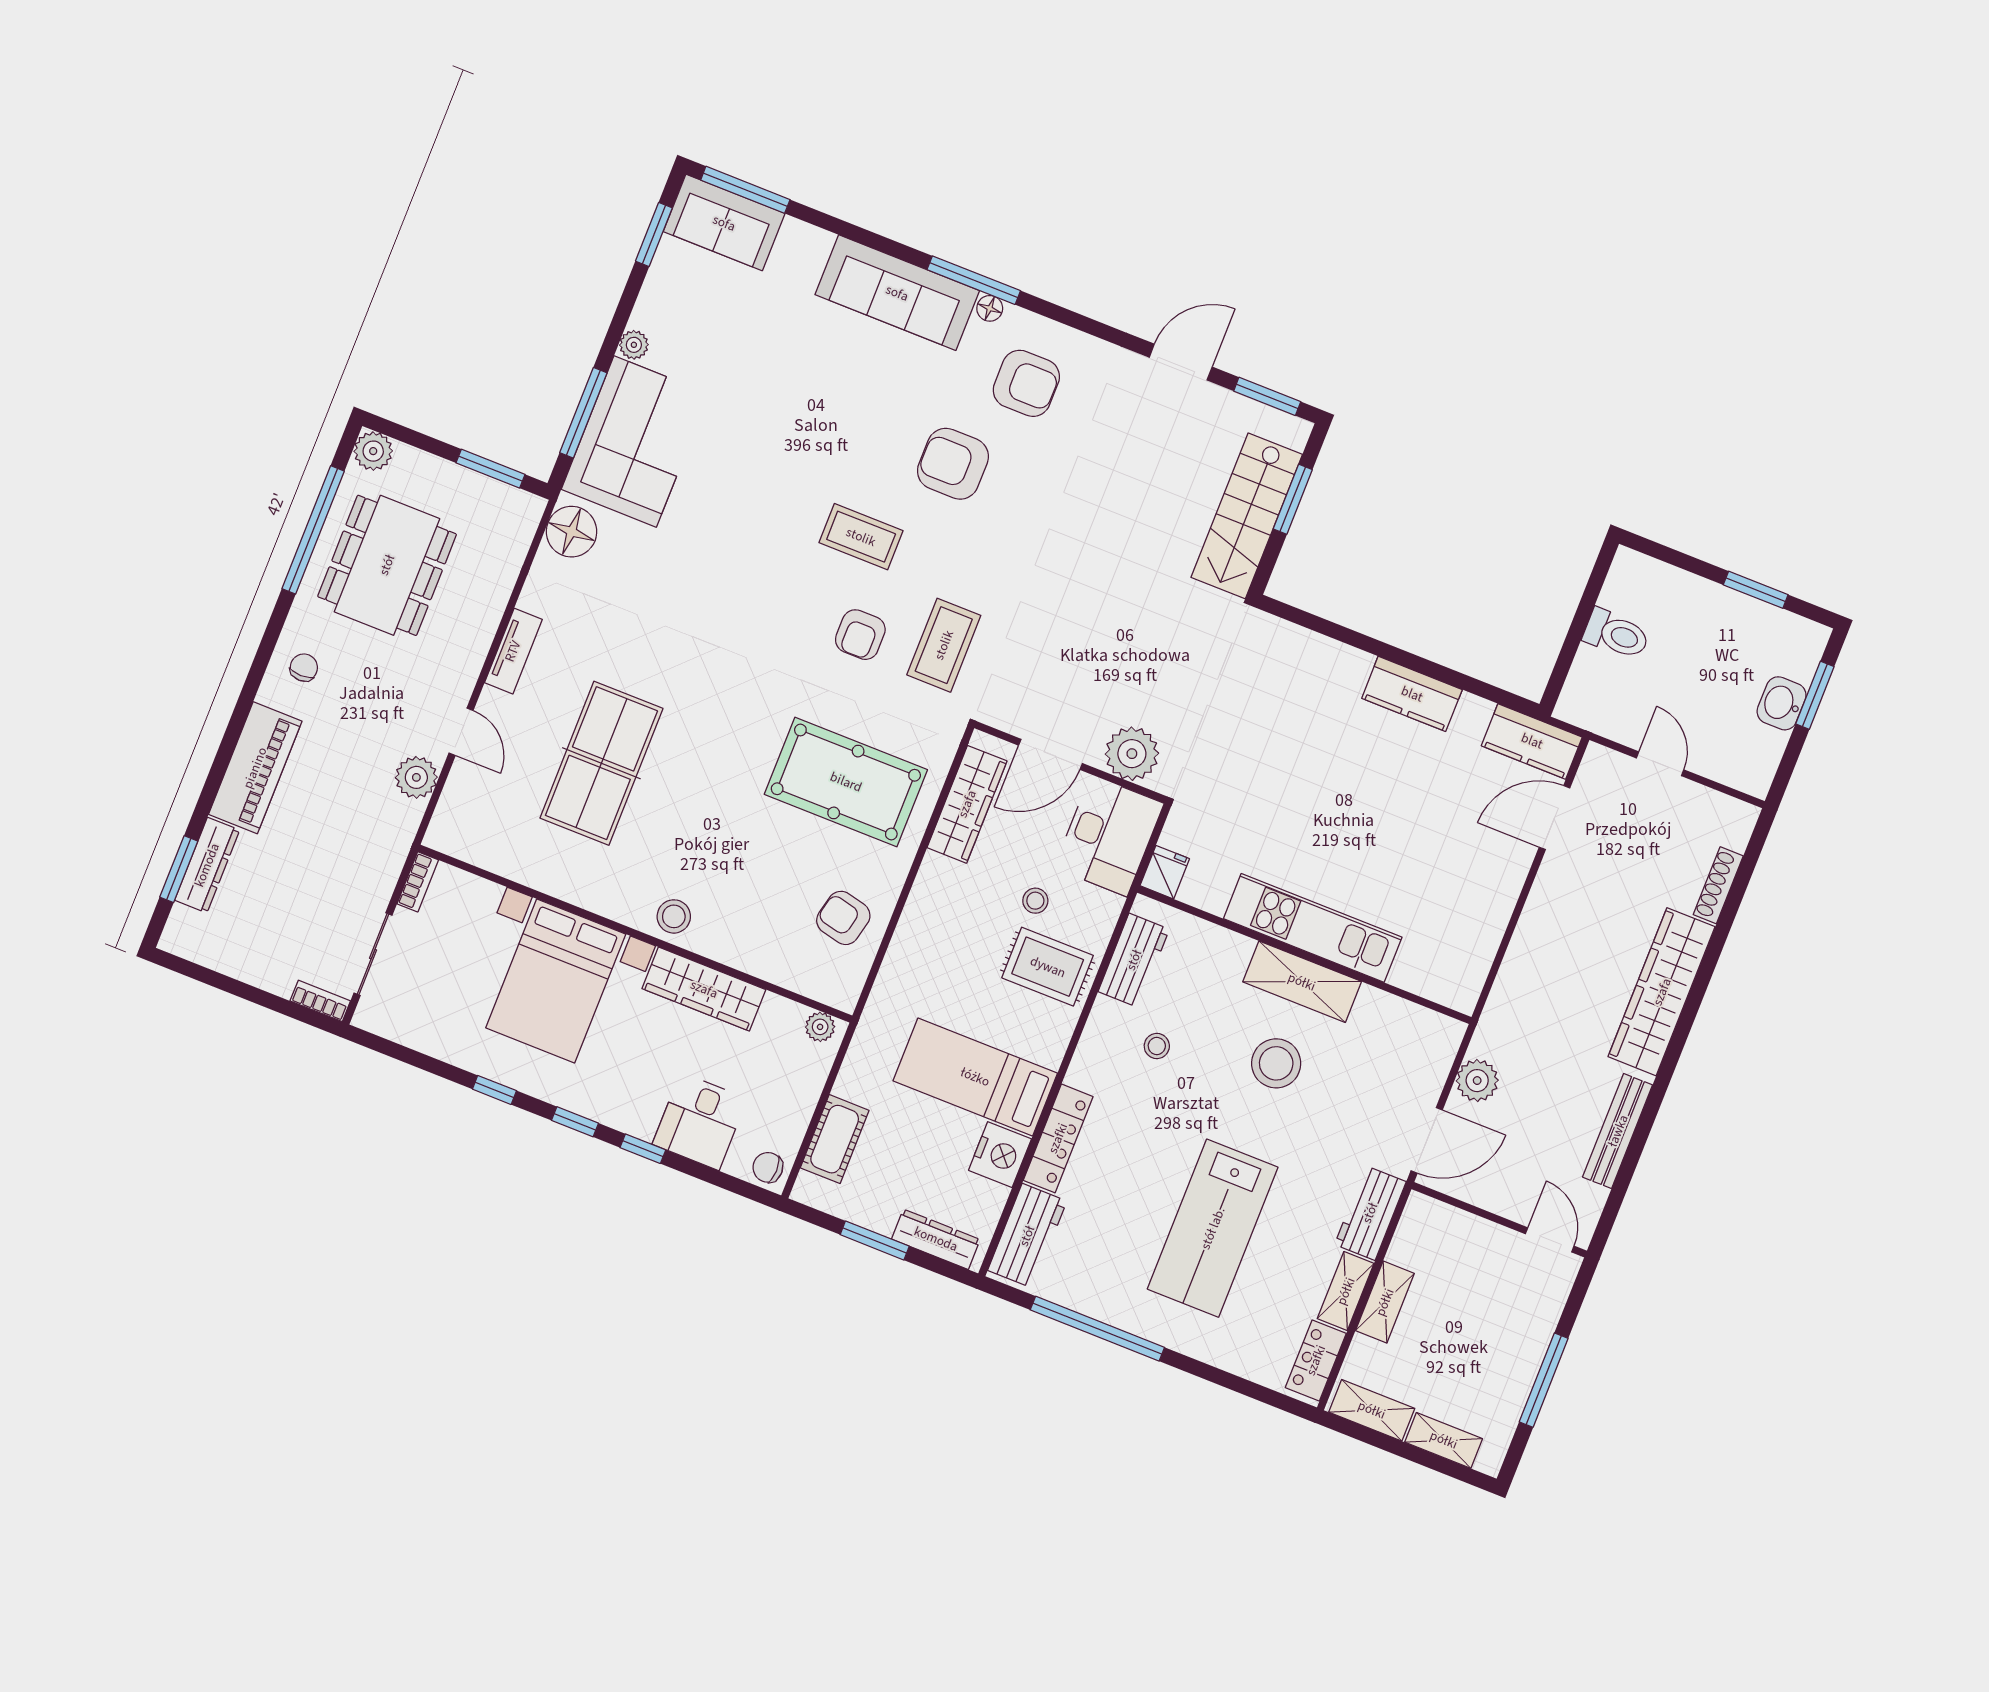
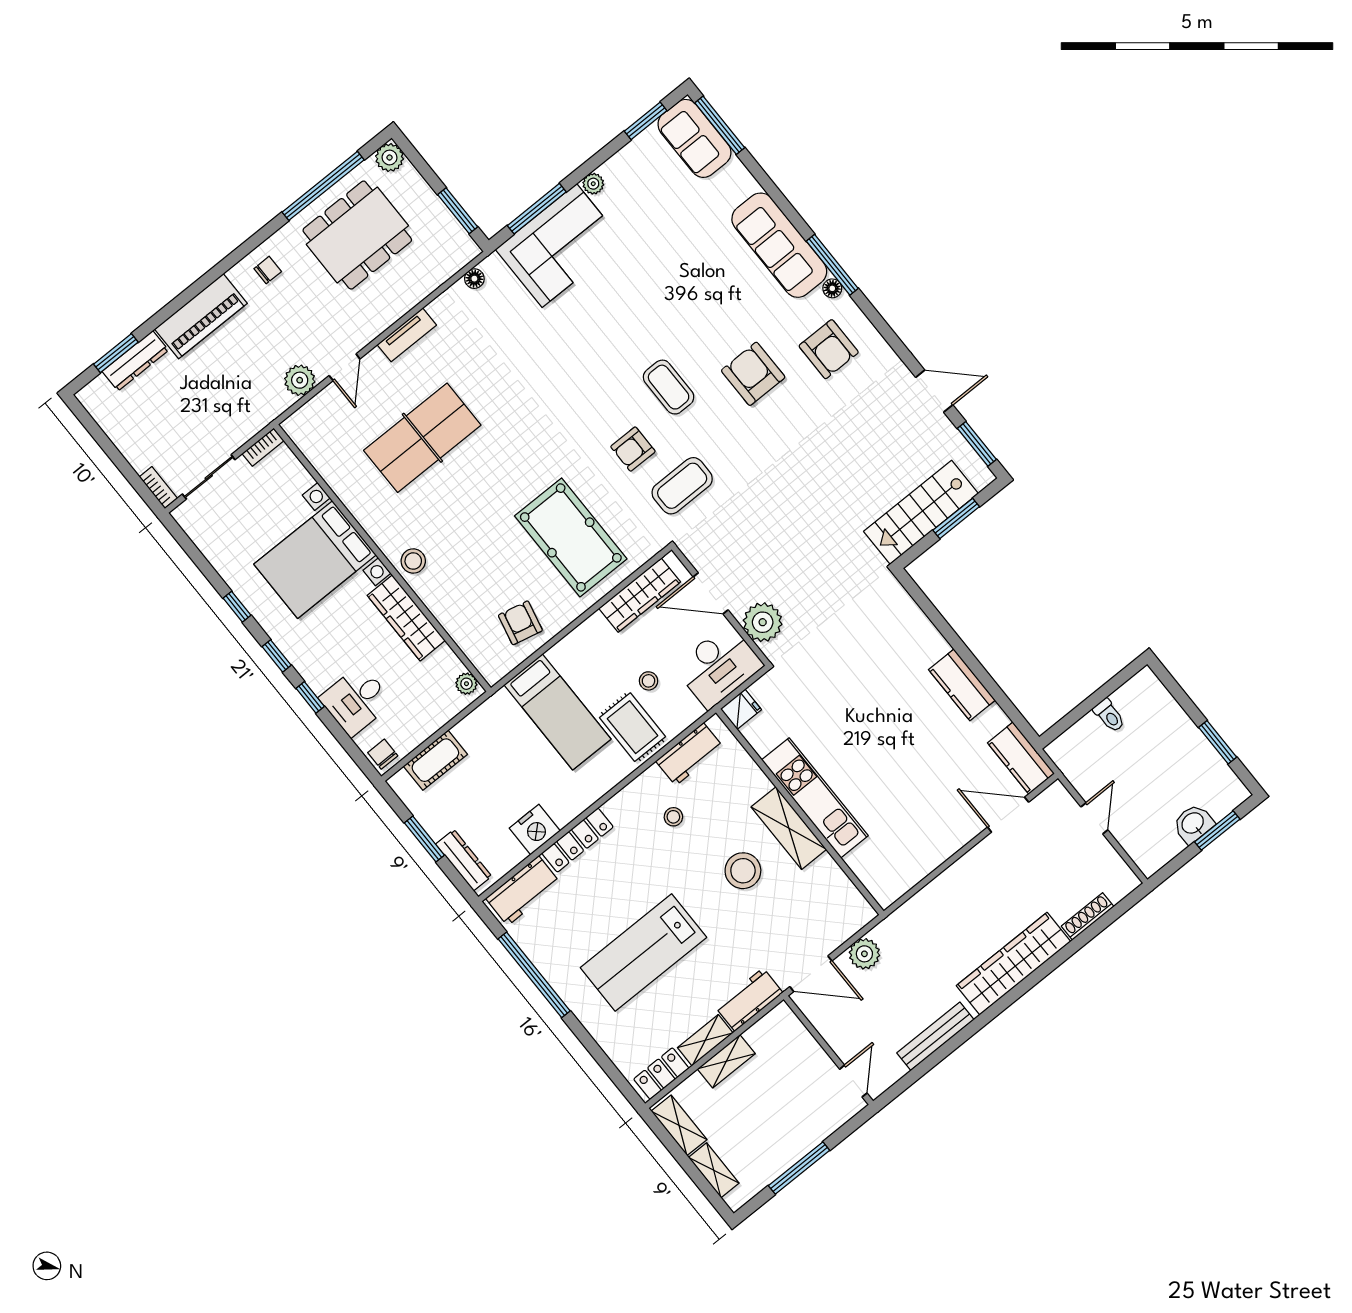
floor lamp: (572, 532) -> (474, 279), width x0.53, depth x0.53
toilet: (1616, 634) -> (1109, 716), width x0.73, depth x0.72
bed: (975, 1077) -> (557, 712), moved, turned 180

